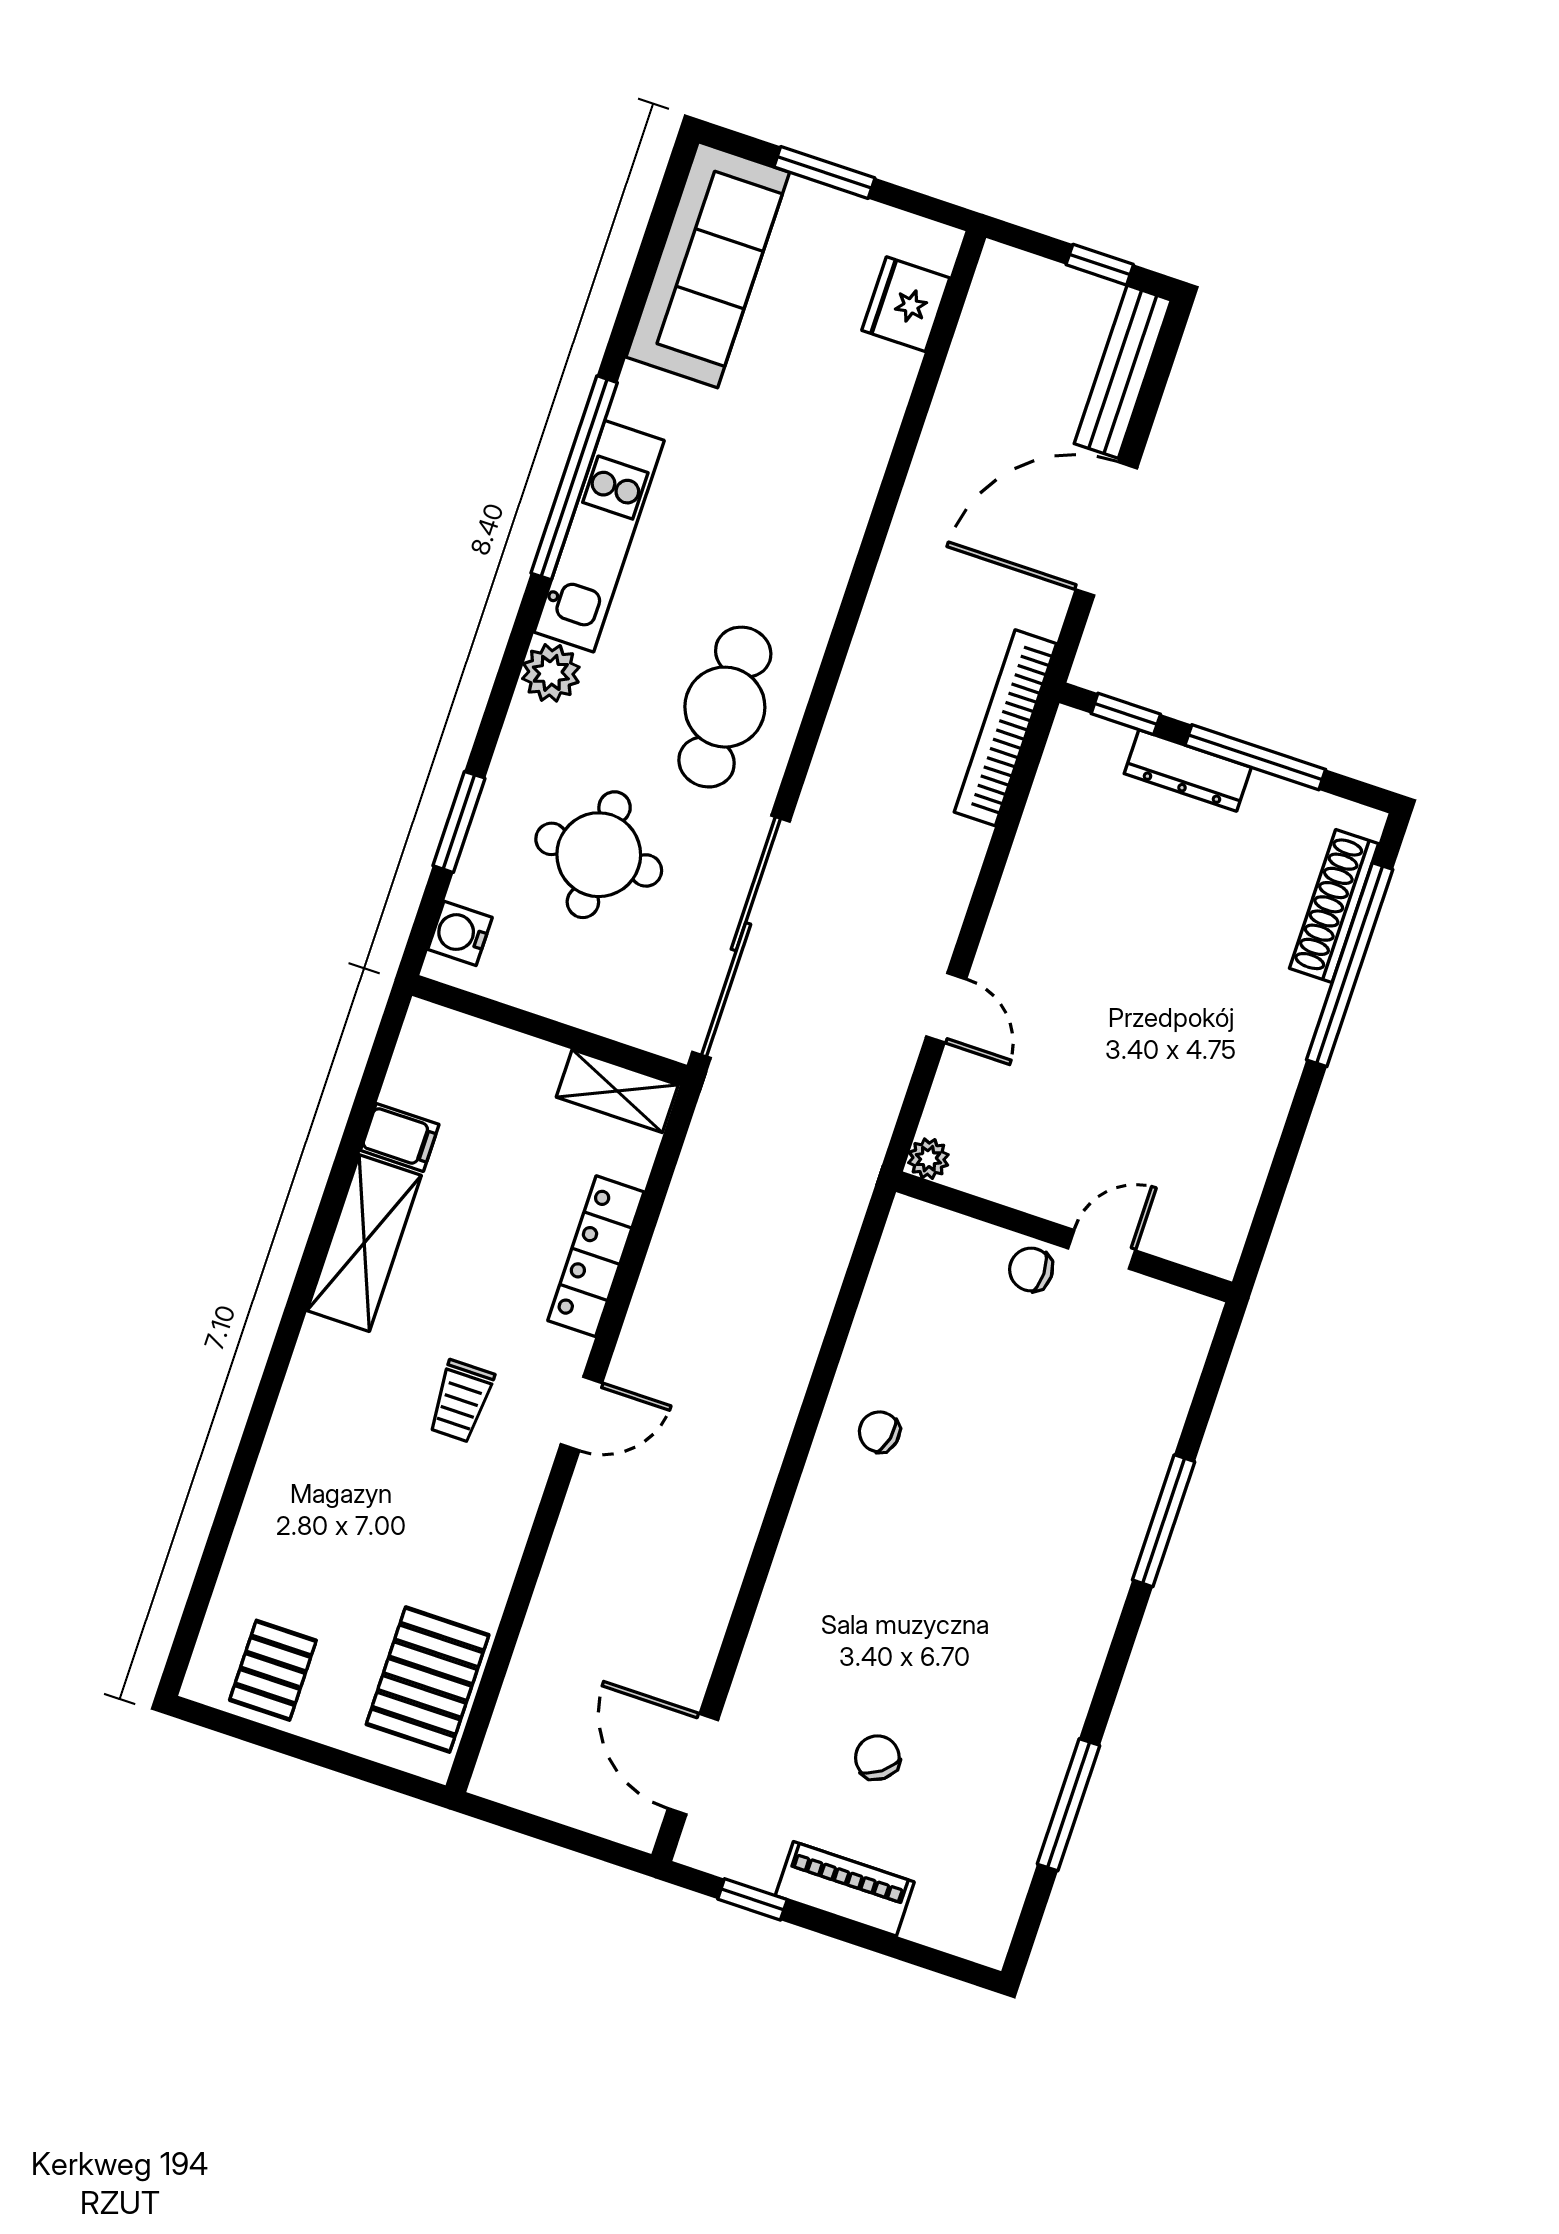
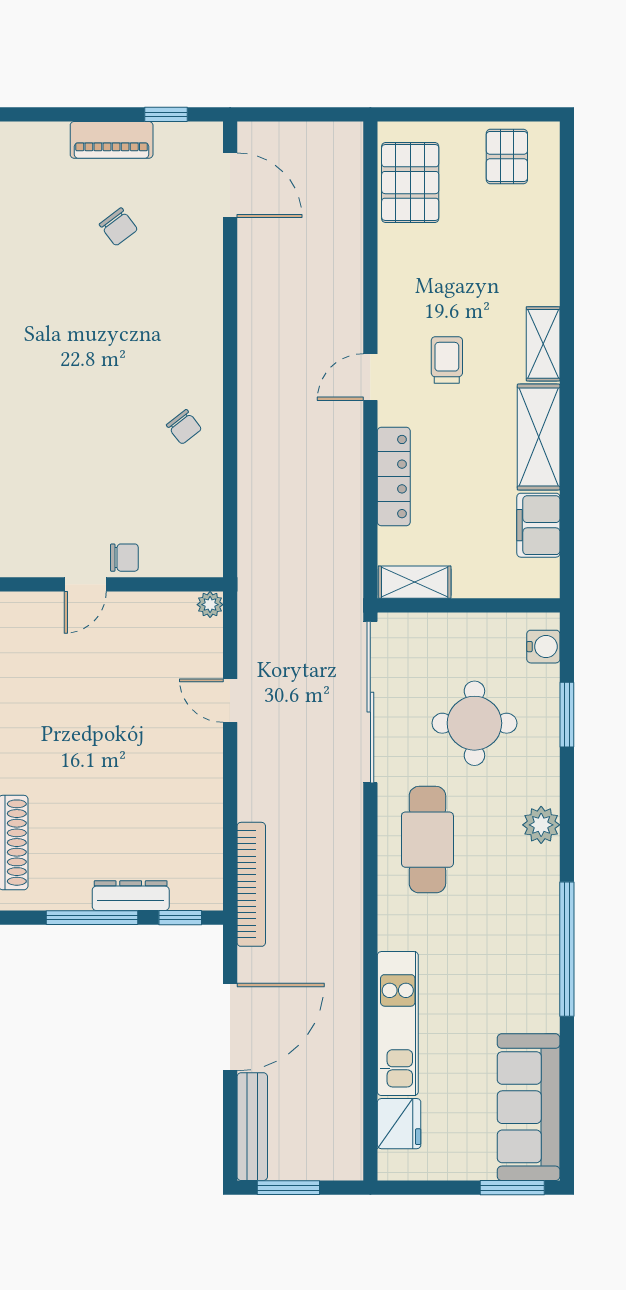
window: (824, 172) -> (512, 1188), moved
window: (1100, 265) -> (288, 1188), width x1.50
kitchen unit: (599, 536) -> (398, 1024), moved, turned 180
filing cabinet: (400, 1137) -> (538, 525), width x2.00
shelving: (312, 1378) -> (543, 344), added
chair: (879, 1432) -> (184, 427), turned 40

